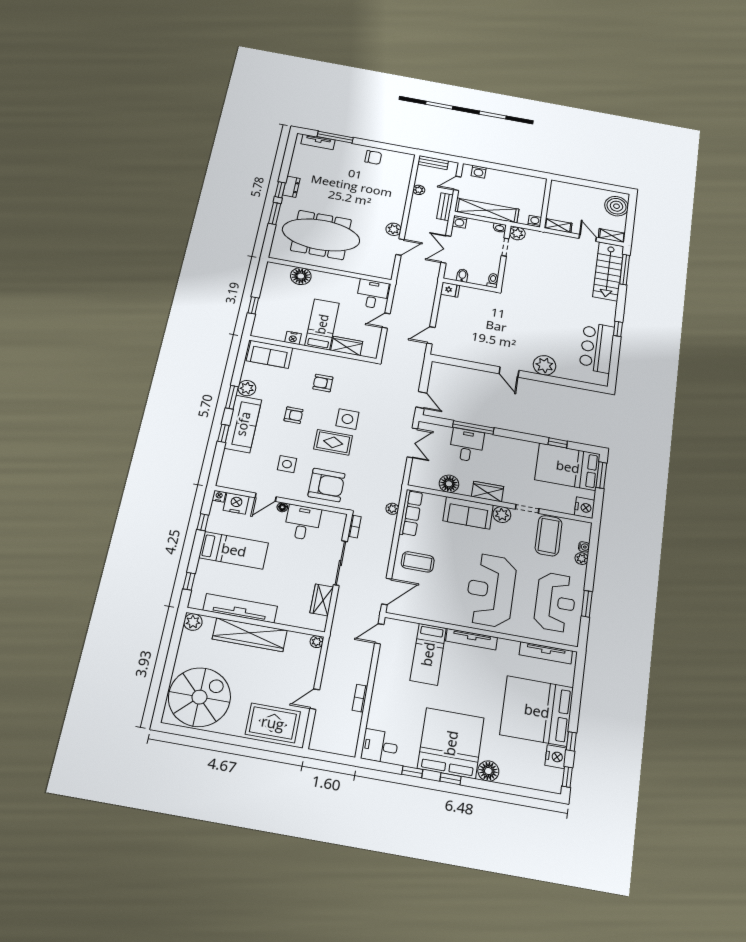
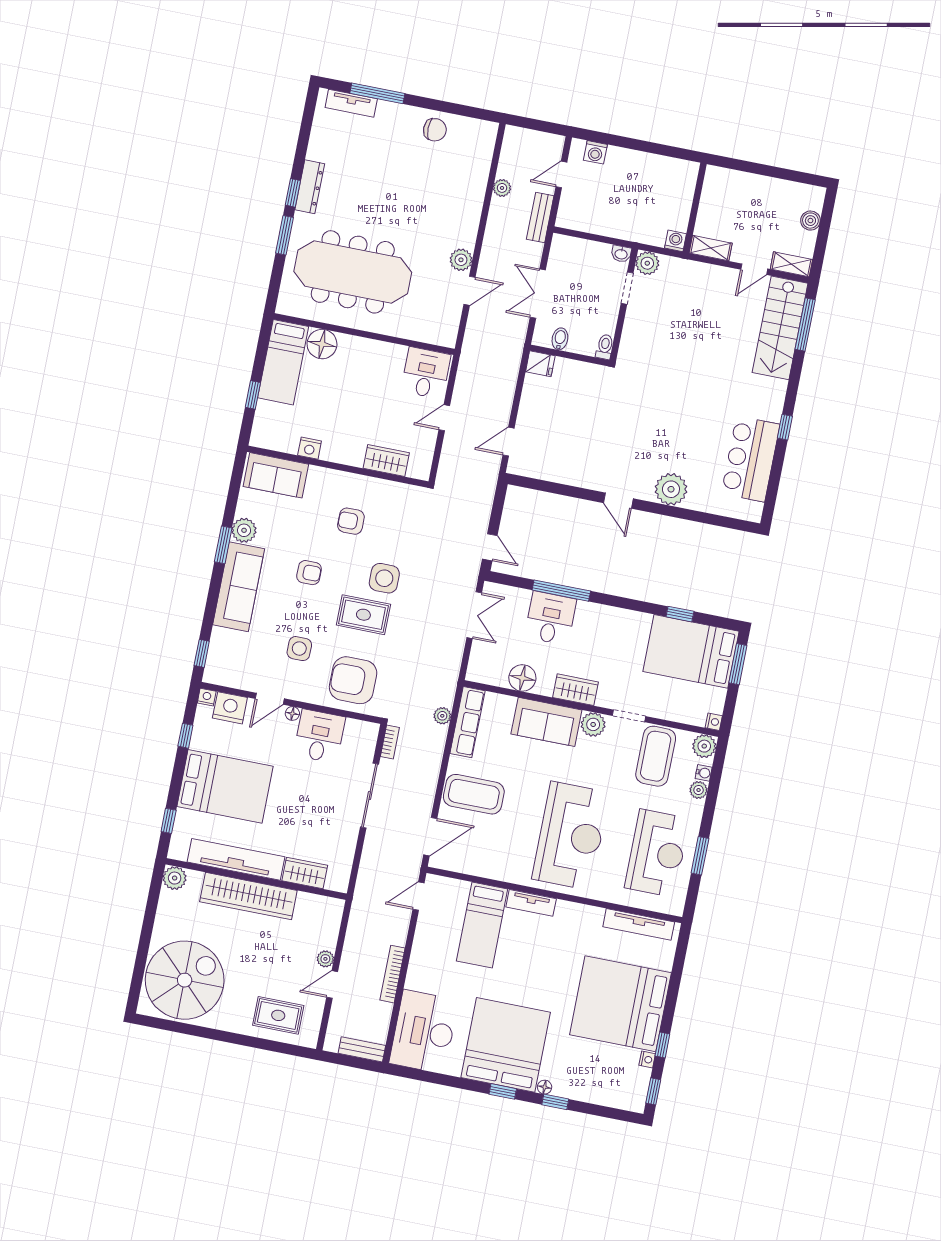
bench: (433, 163) -> (362, 1049), moved
dresser: (291, 187) -> (310, 187), width x1.44
boiler: (616, 206) -> (810, 221), width x0.54, depth x0.54
shelving: (487, 210) -> (604, 223), removed
washing machine: (460, 222) -> (561, 244), removed
door: (588, 238) -> (754, 269), swing flipped
bed: (322, 324) -> (283, 362), moved, turned 180
window: (223, 433) -> (202, 653), moved
armchair: (327, 485) -> (353, 680), turned 180
nightstand: (585, 508) -> (714, 722), width x0.53, depth x0.56
plant: (583, 529) -> (704, 746), added
bed: (234, 550) -> (225, 786), width x1.50
coffee table: (418, 562) -> (474, 794), width x1.36, depth x1.32
reception desk: (491, 590) -> (571, 836), turned 180
wardrobe: (322, 600) -> (305, 873), moved, turned 90
tv unit: (472, 639) -> (531, 903), width x0.71
plant: (317, 642) -> (325, 959), moved
bookcase: (360, 698) -> (392, 974), width x1.56
rug: (273, 723) -> (278, 1015), width x0.73, depth x0.70
desk: (380, 746) -> (424, 1032), width x1.87, depth x1.30
nightstand: (556, 757) -> (647, 1059), width x0.53, depth x0.56
floor lamp: (488, 771) -> (545, 1087), width x0.53, depth x0.53
window: (412, 772) -> (555, 1102), moved

